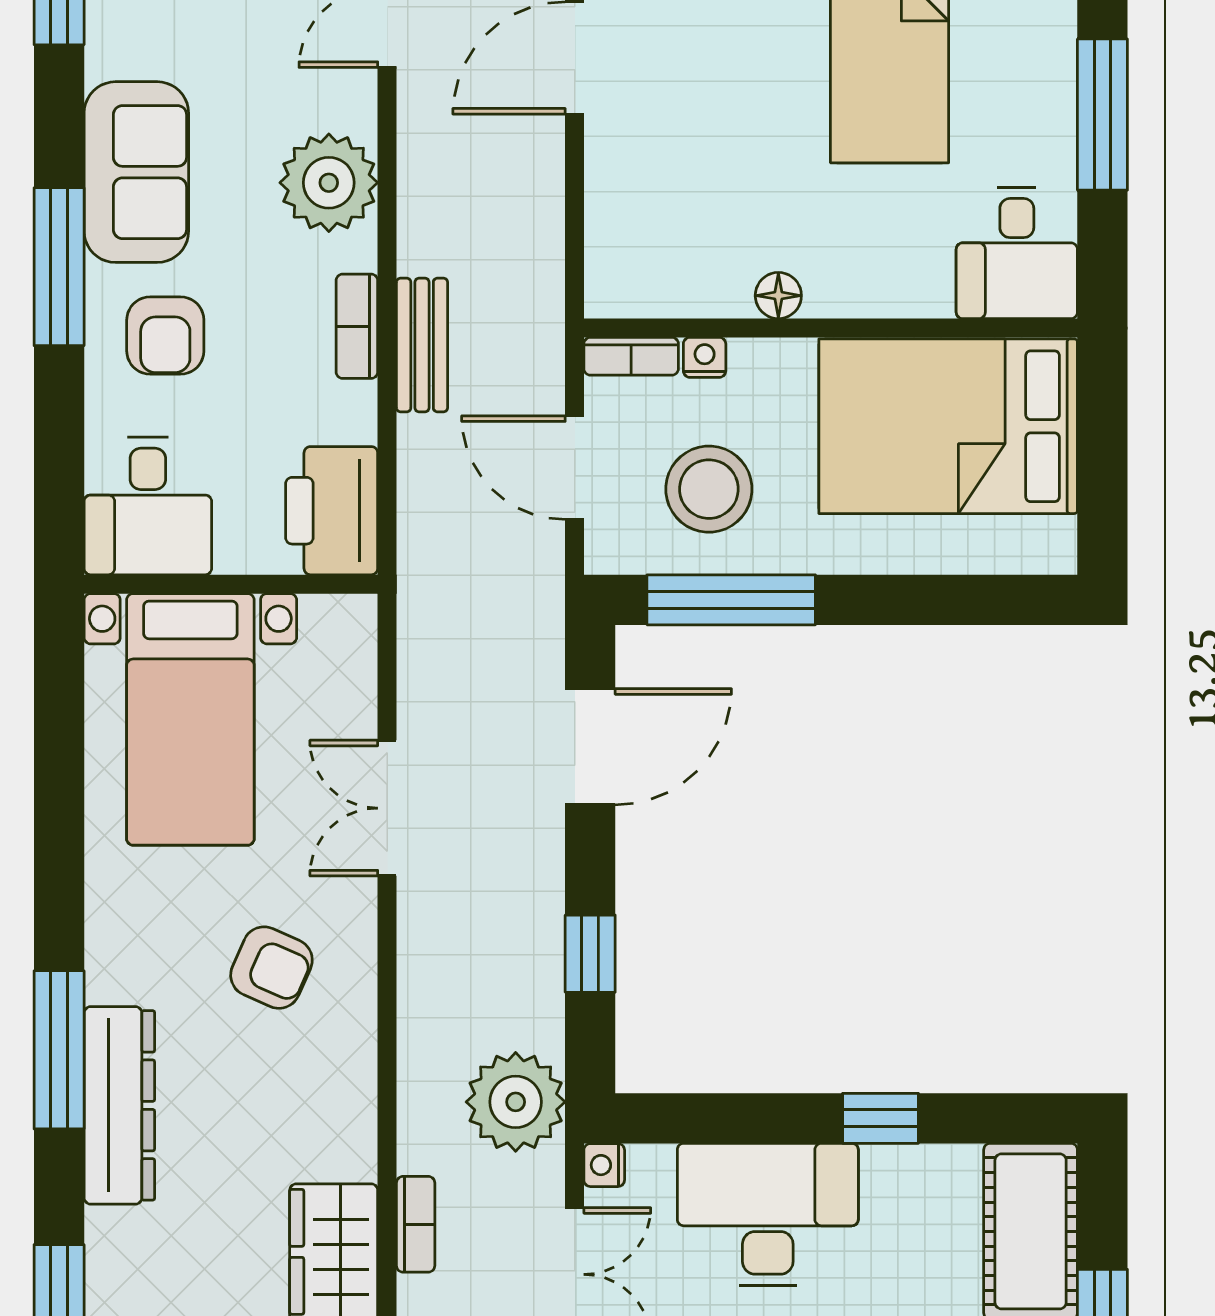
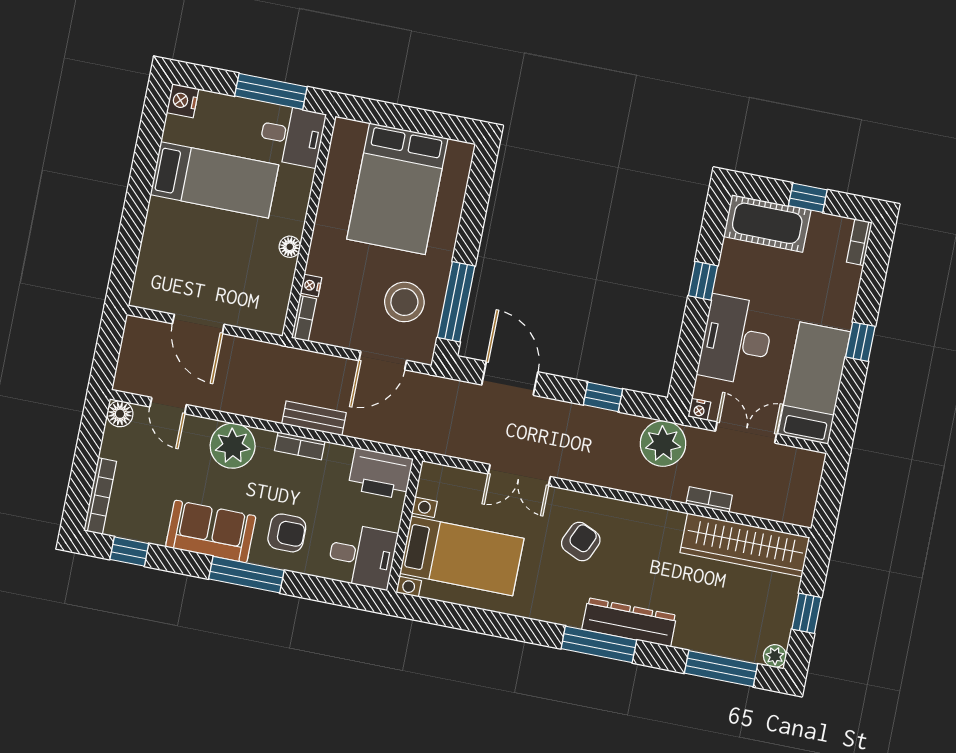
desk: (1017, 253) -> (292, 136), moved
floor lamp: (778, 296) -> (290, 247), moved
wall: (831, 328) -> (309, 226), moved
bookcase: (631, 356) -> (304, 318), moved
nightstand: (705, 357) -> (311, 285), moved

